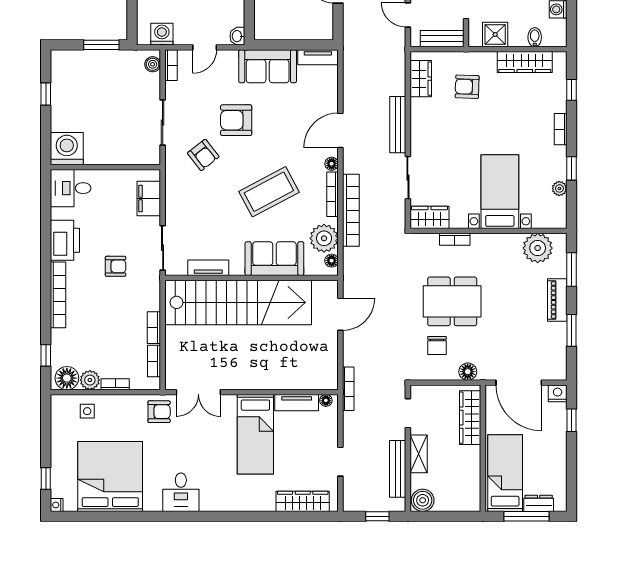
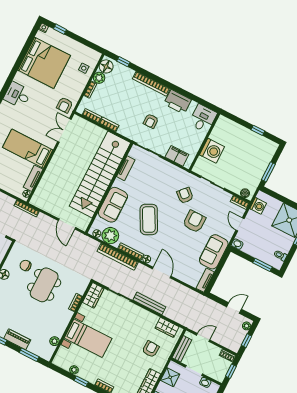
washing machine: (67, 149) -> (212, 151), moved
armchair: (203, 155) -> (185, 195), turned 80
plant: (538, 248) -> (54, 341), width x0.53, depth x0.53

